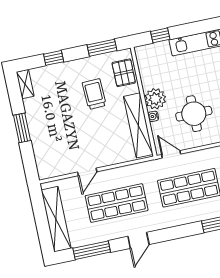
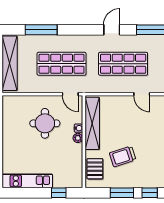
window: (102, 48) -> (122, 193), moved
trolley: (94, 94) -> (123, 156), turned 74
plant: (155, 99) -> (78, 138), width x0.53, depth x0.53
door: (87, 172) -> (142, 94), swing flipped

